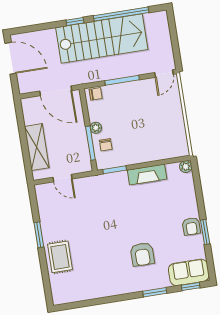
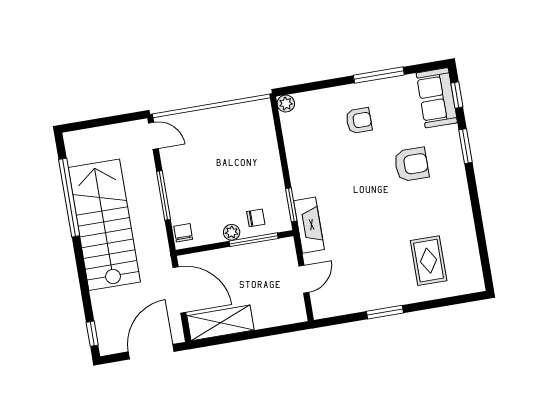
window: (75, 22) -> (92, 334), moved
door: (11, 58) -> (151, 352), moved
door: (56, 91) -> (179, 290), hinge flipped
shelving: (37, 147) -> (220, 323), moved
fireplace: (147, 175) -> (309, 225), moved
armchair: (191, 226) -> (359, 121), moved
window: (205, 232) -> (379, 75), width x1.44
rug: (60, 257) -> (429, 261), moved, turned 90

